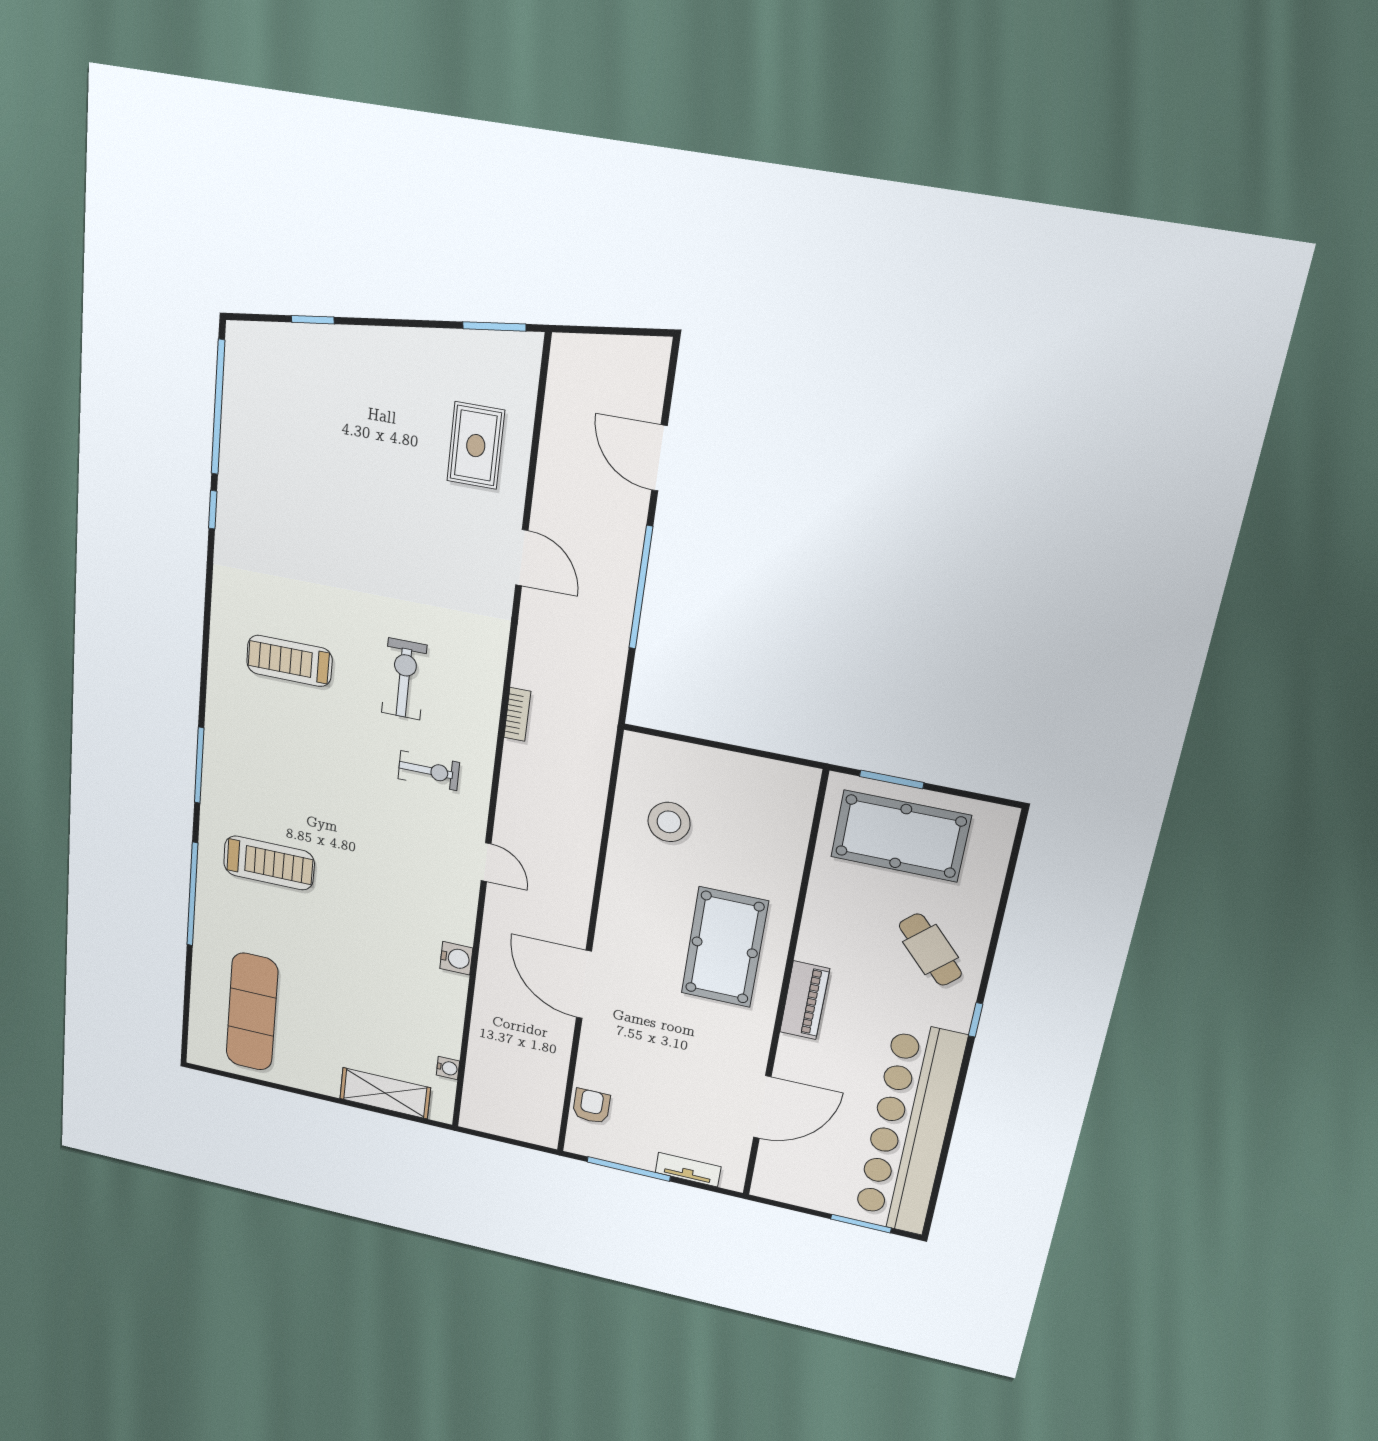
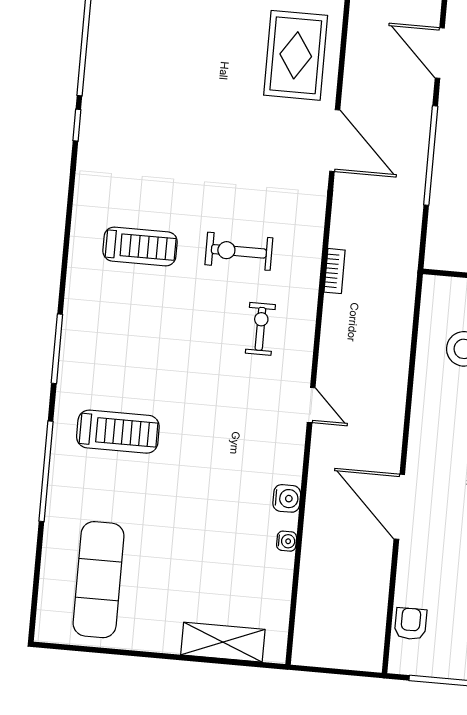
rug: (476, 446) -> (296, 55), width x1.36, depth x1.43
door: (522, 558) -> (335, 141), width x1.36
treadmill: (289, 661) -> (140, 246), turned 180
exercise bike: (404, 679) -> (239, 251), turned -90
exercise bike: (429, 771) -> (260, 329), turned -90
water cooler: (448, 1068) -> (287, 541), moved

